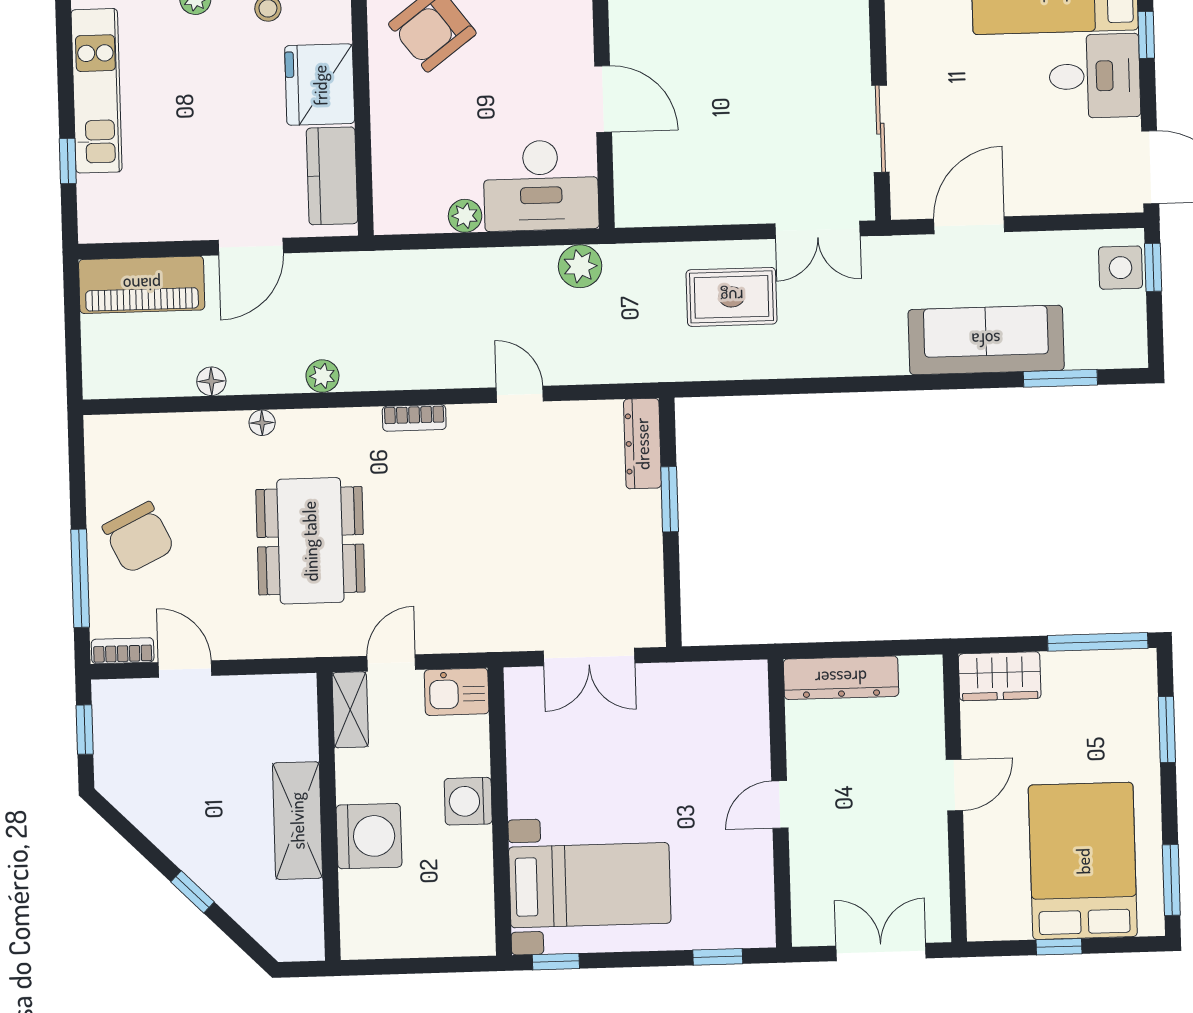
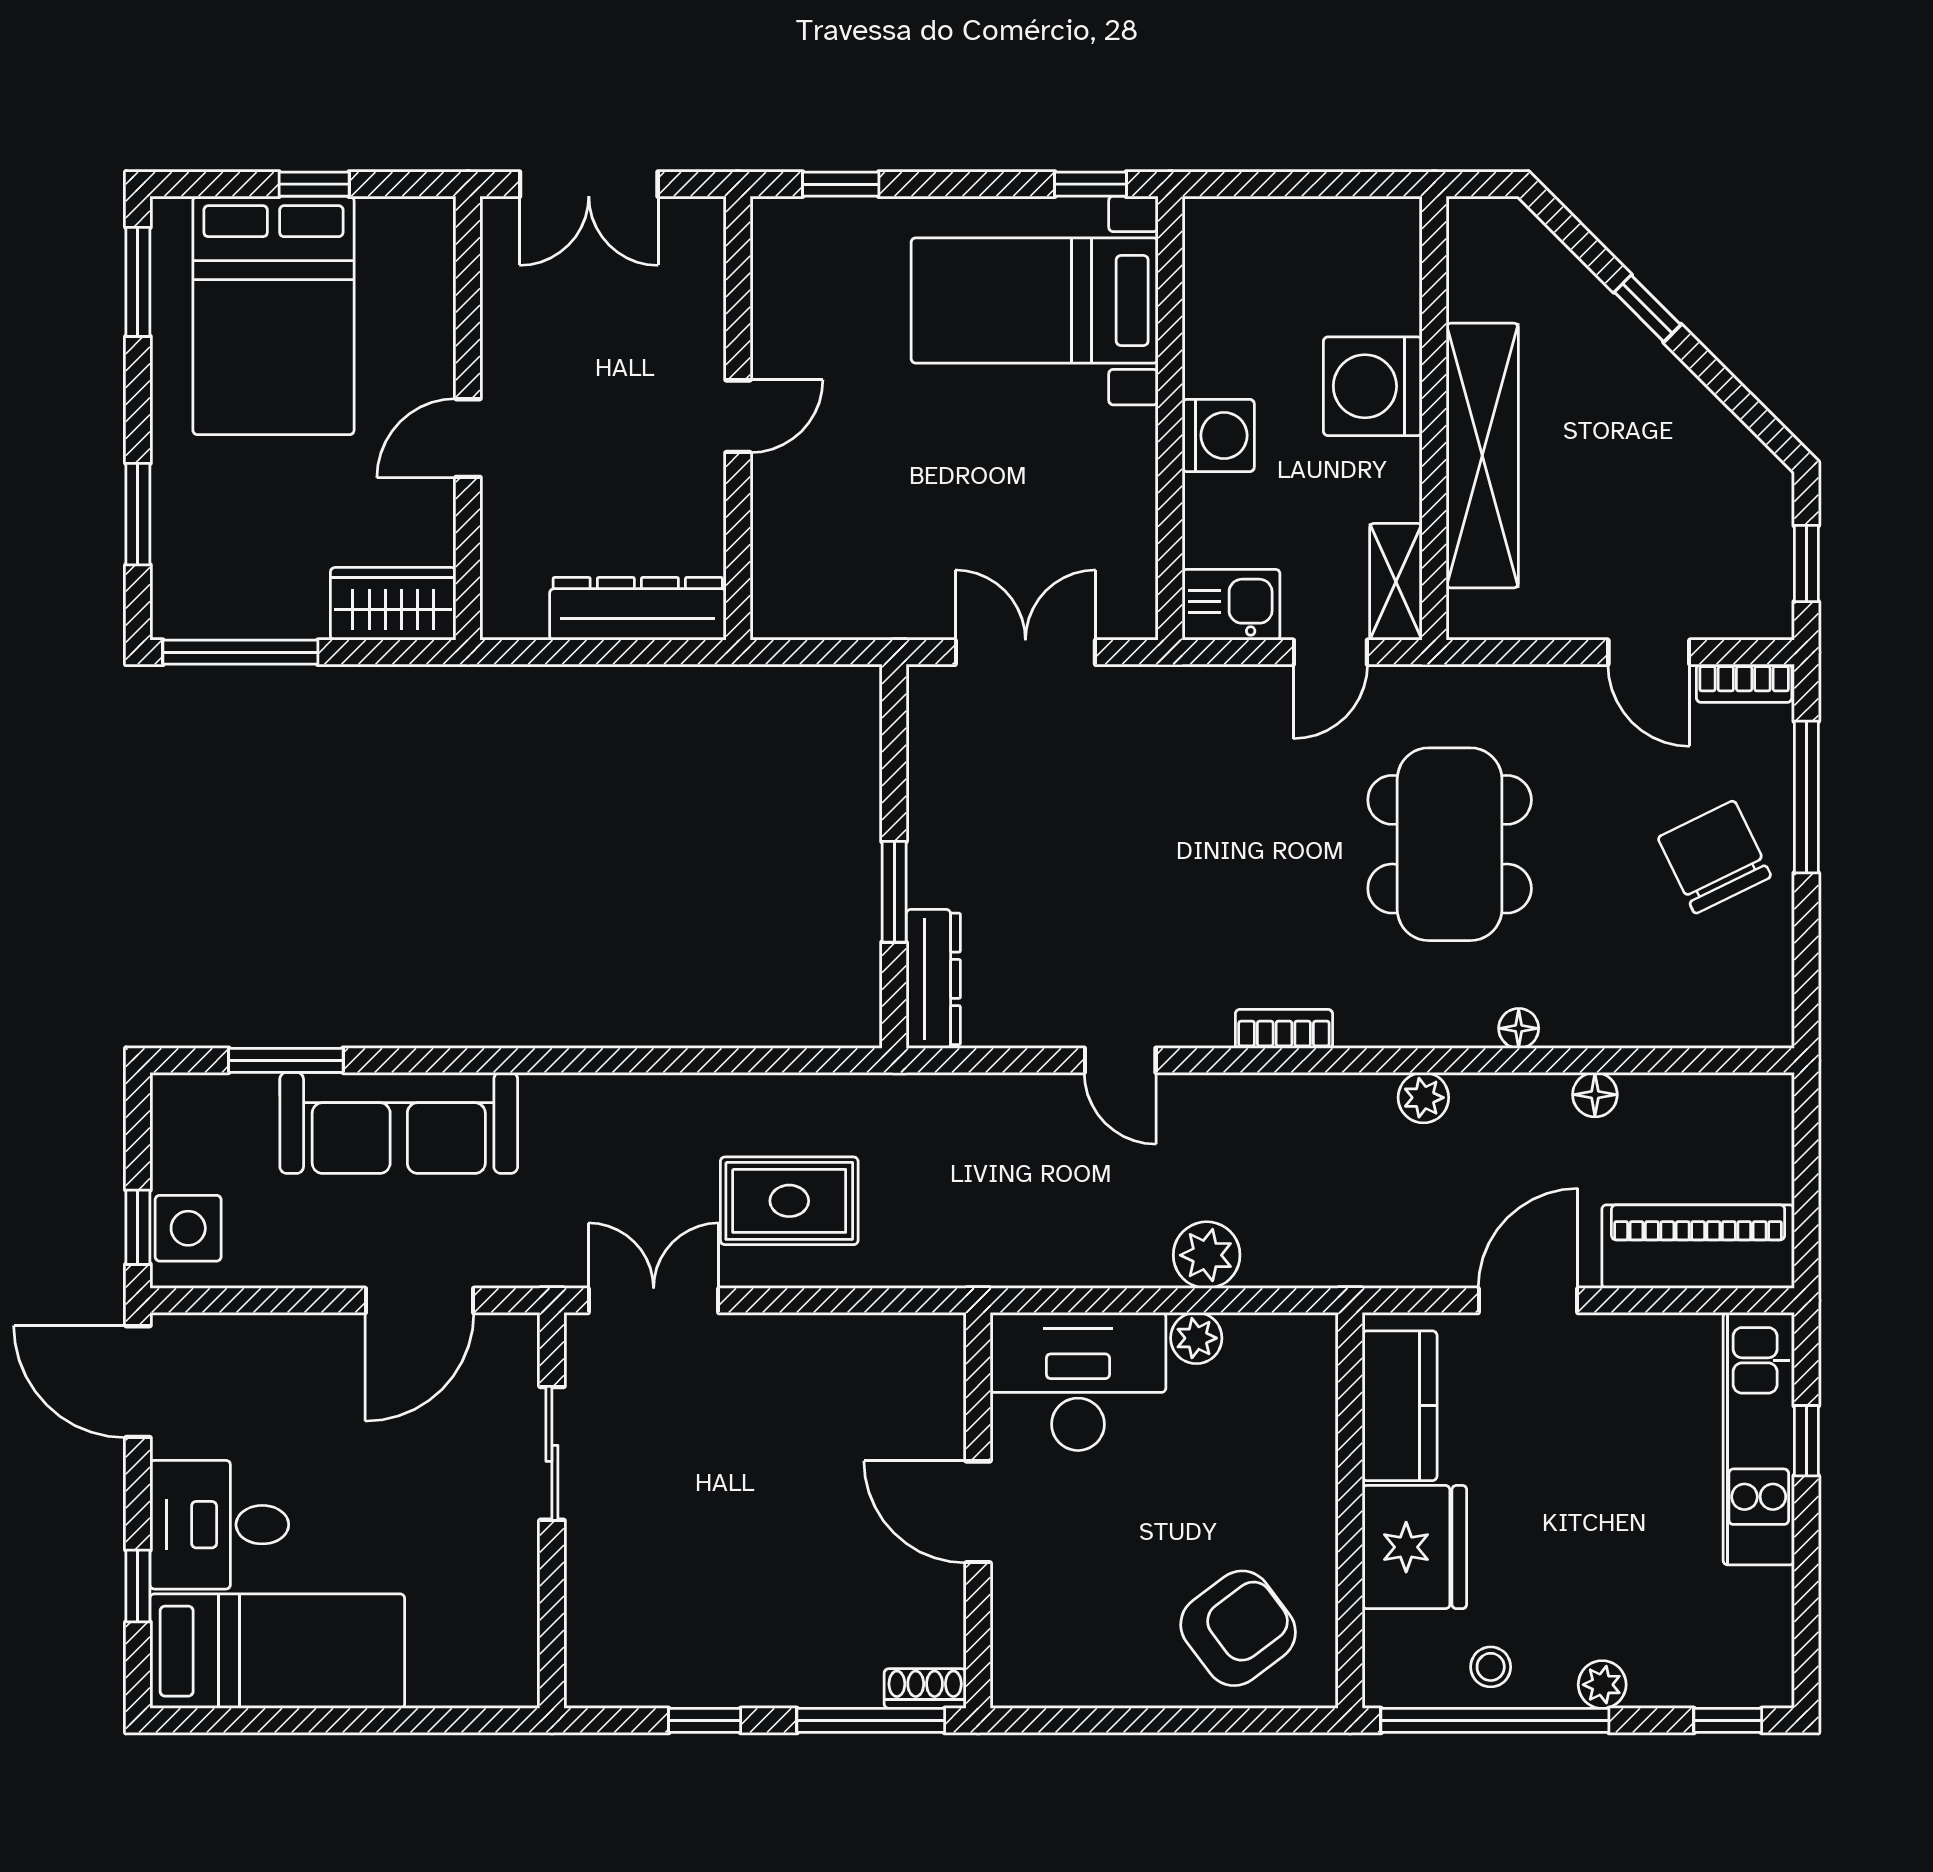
kitchen unit: (97, 91) -> (1759, 1439), moved
plant: (580, 266) -> (1207, 1255), moved
shelving: (297, 821) -> (1482, 456), width x1.47

